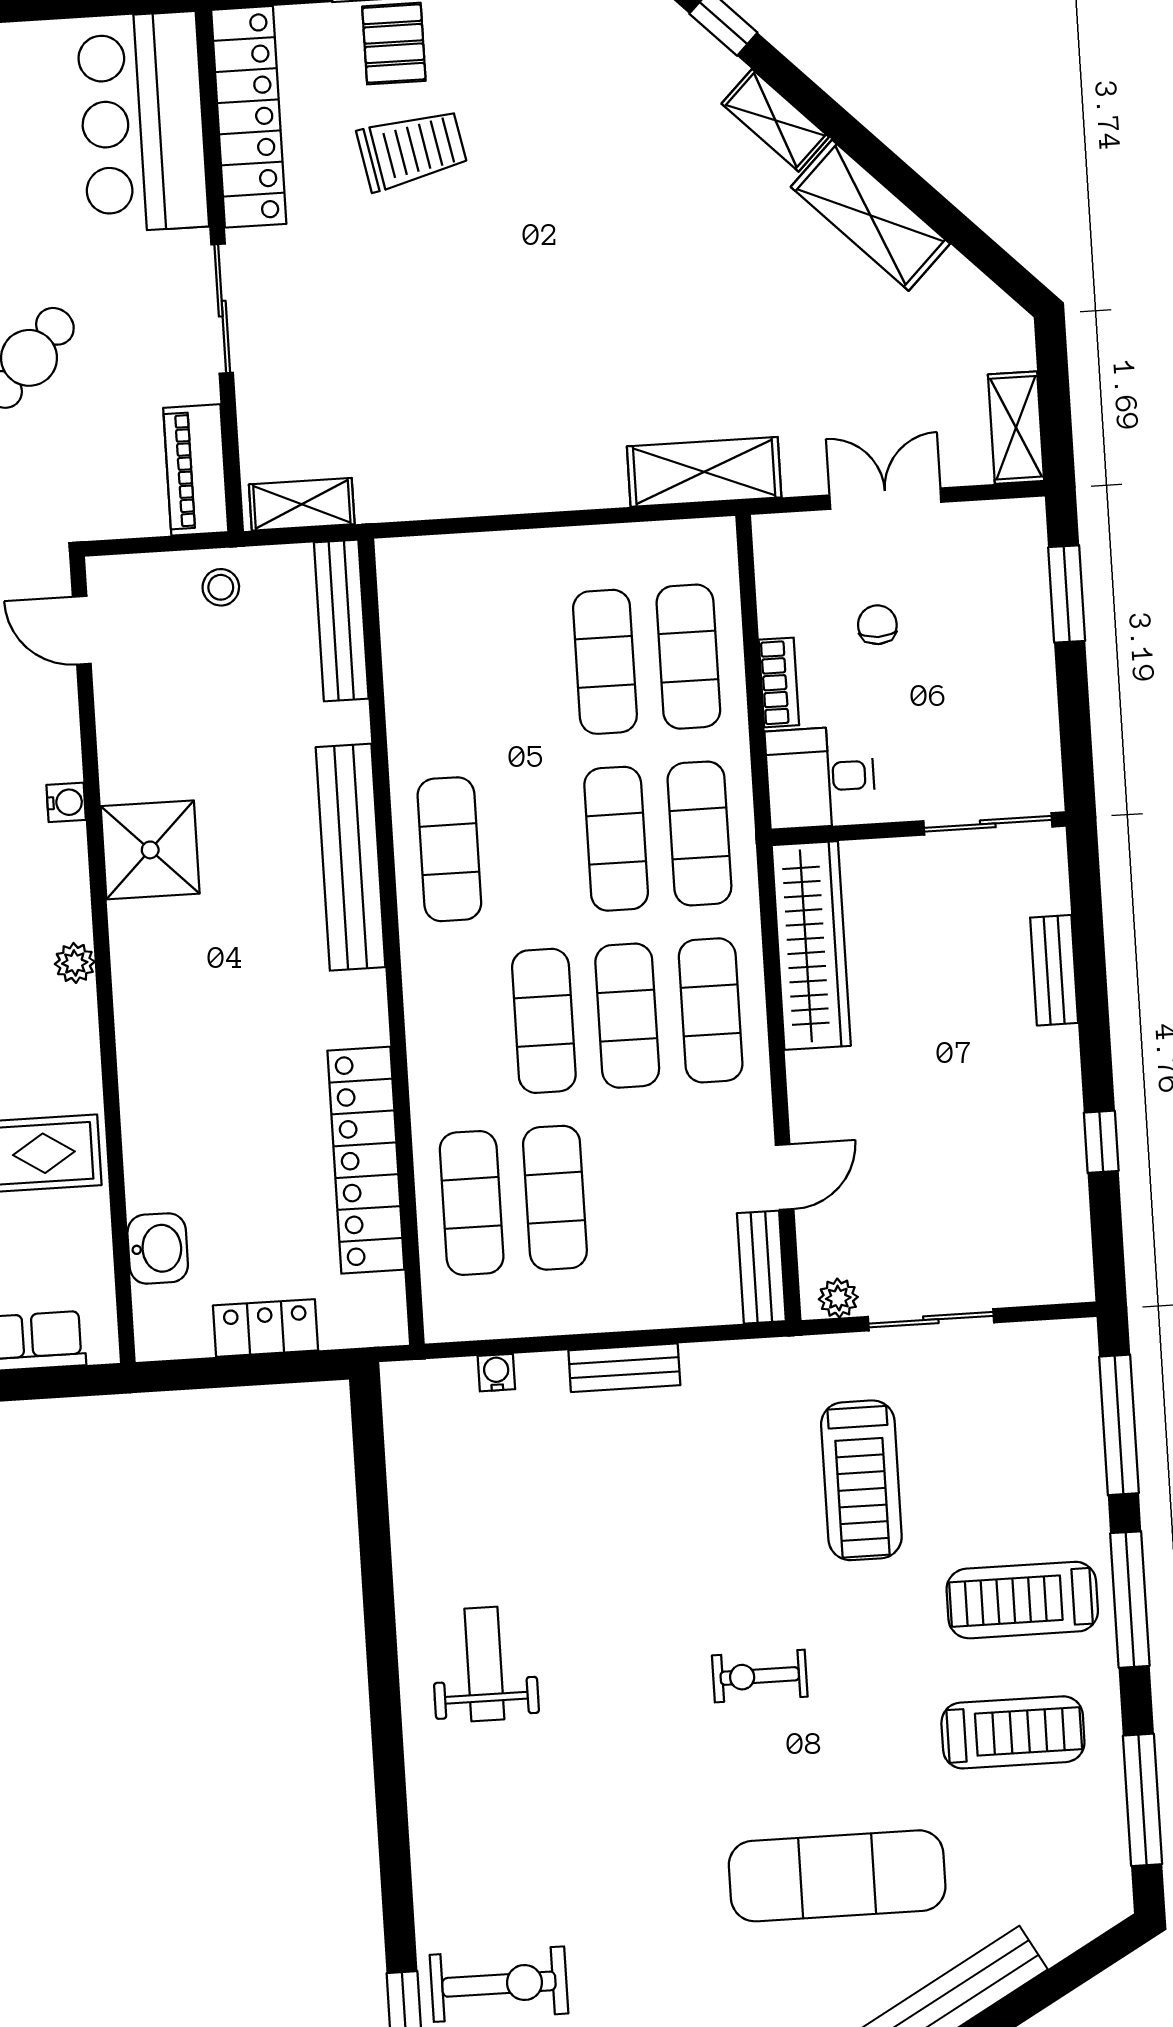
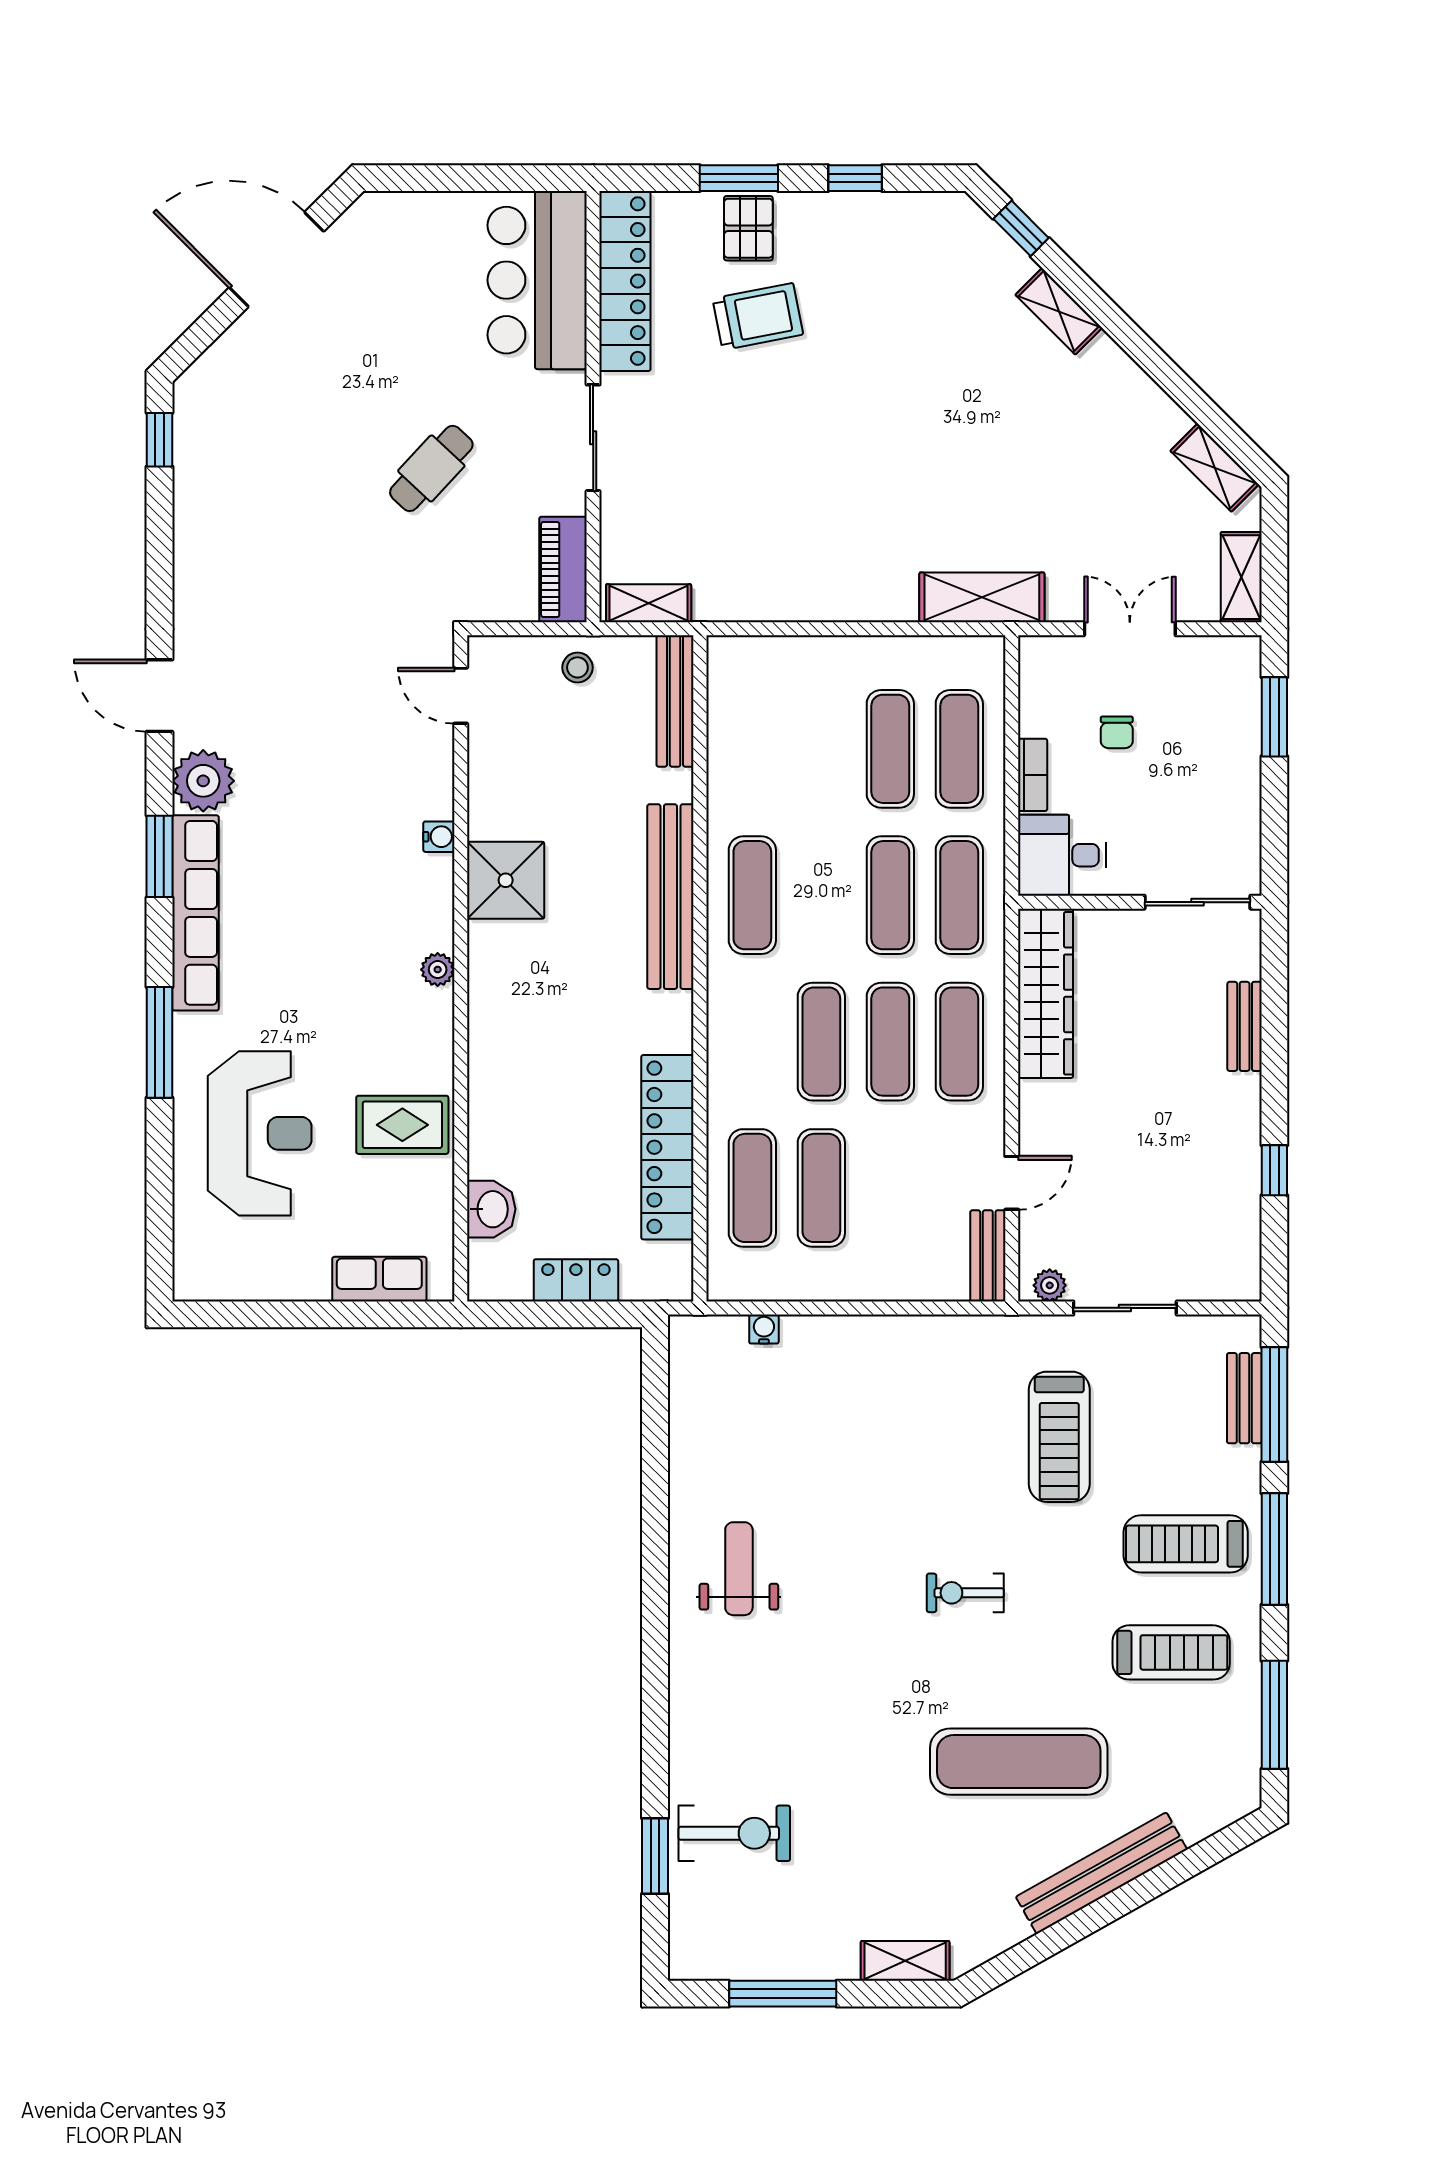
shelving: (870, 215) -> (1215, 468), moved, width x0.67, depth x0.75
chair: (877, 625) -> (1117, 732), turned 180
bench: (624, 1368) -> (1244, 1398), moved, turned 90

